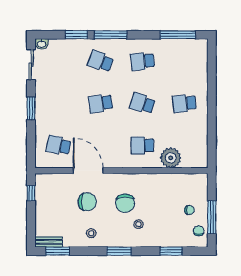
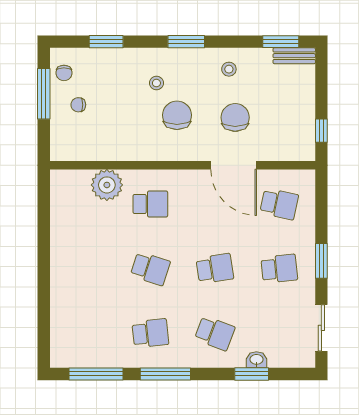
window: (111, 35) -> (165, 374), moved
washbasin: (42, 44) -> (256, 360), moved
school desk: (184, 103) -> (279, 269), moved
chair: (87, 202) -> (235, 117), turned 90

